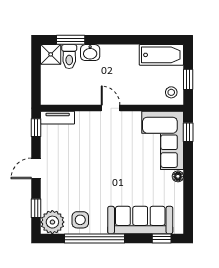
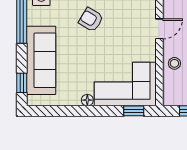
stool: (171, 92) -> (174, 63), moved
armchair: (102, 173) -> (91, 20), added

